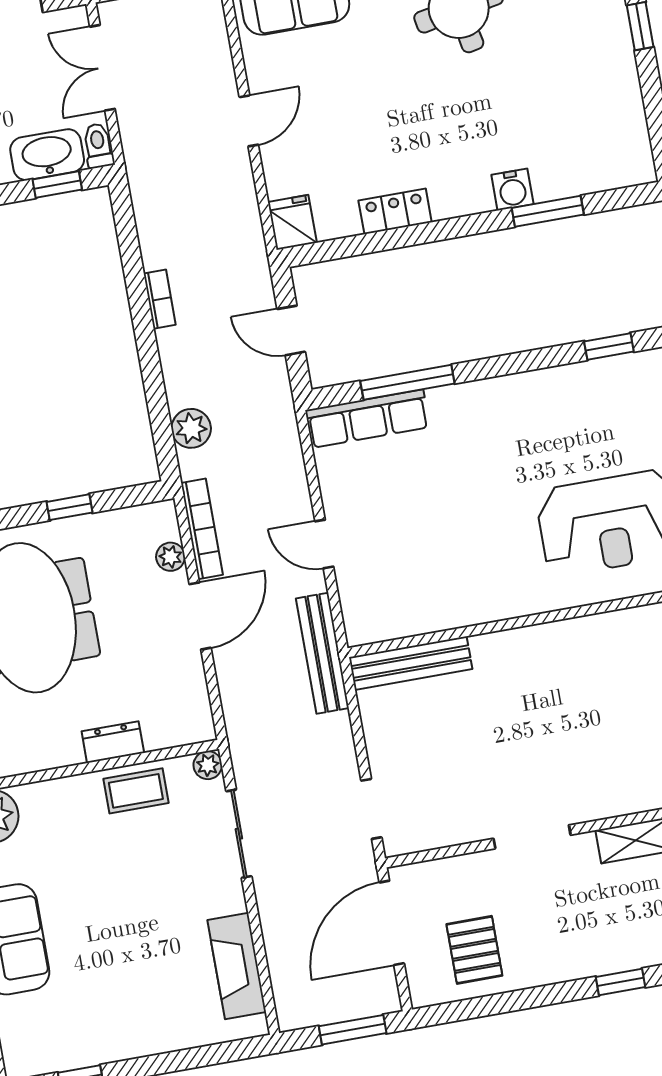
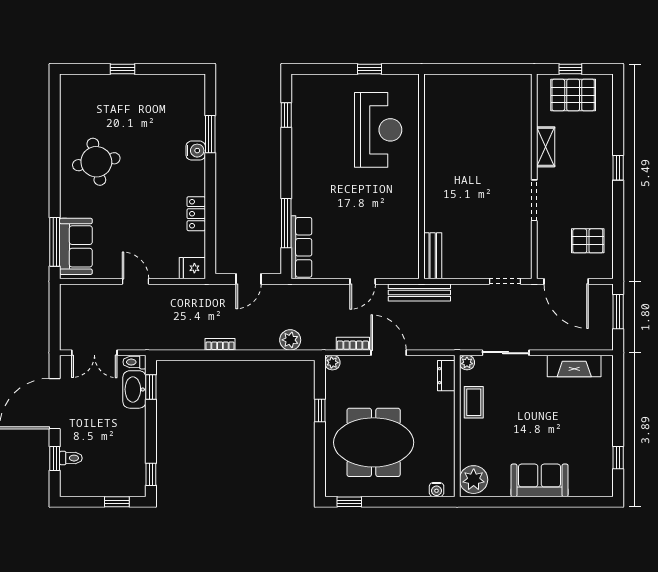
bookcase: (202, 529) -> (353, 344), width x0.64
plant: (170, 557) -> (332, 363), moved
bench: (411, 663) -> (433, 256), width x0.73
dresser: (113, 742) -> (446, 376), moved

